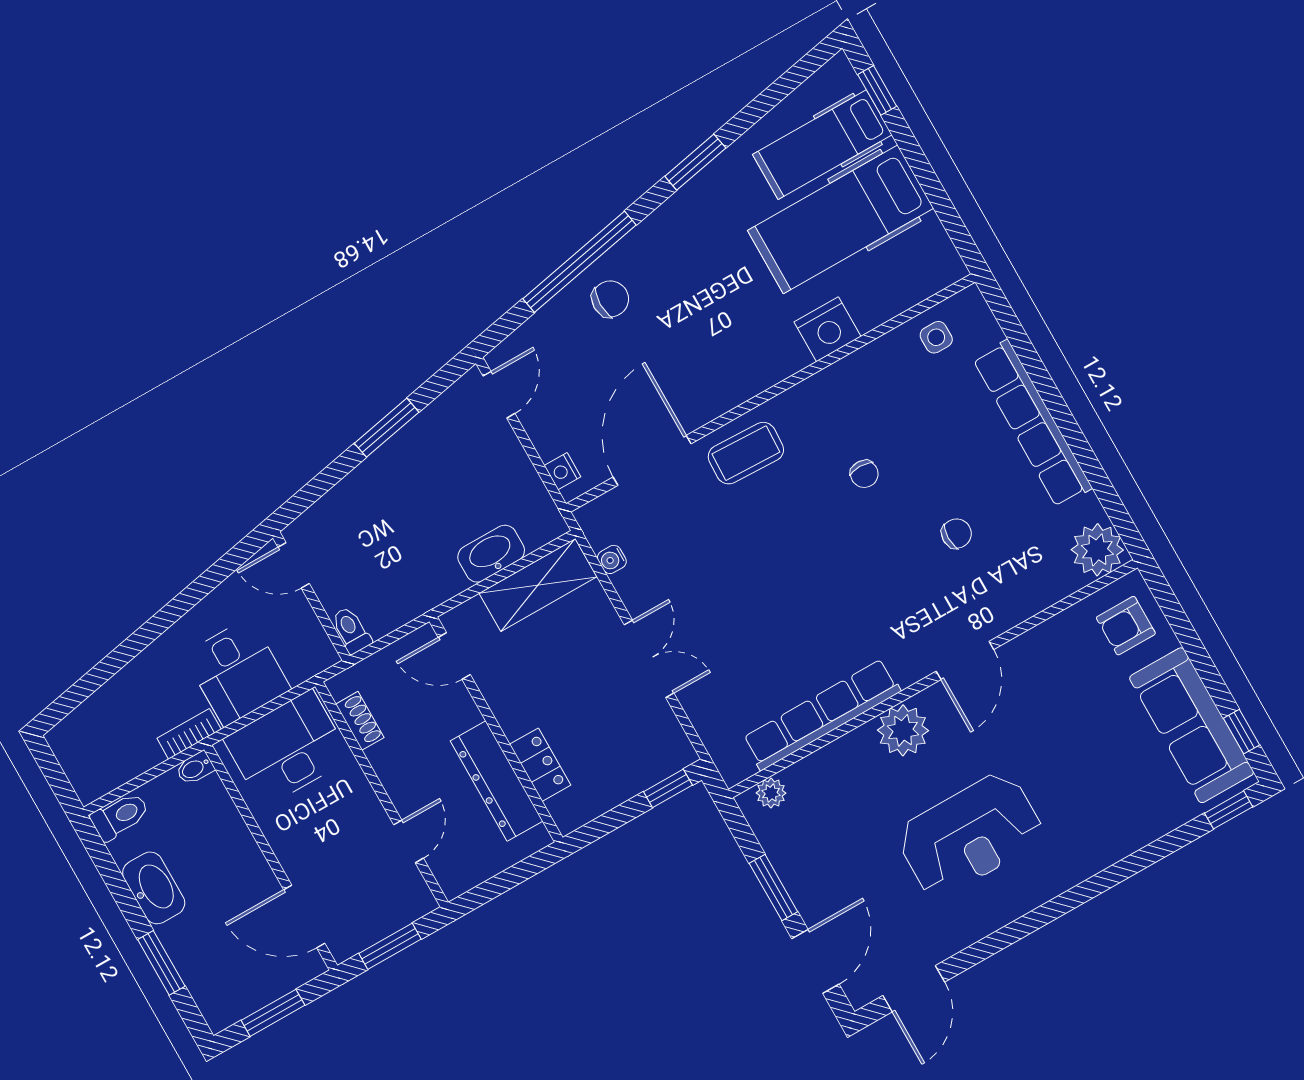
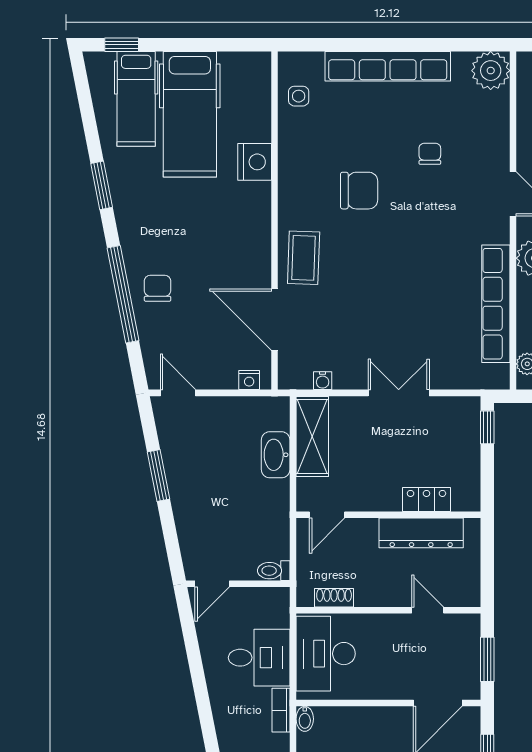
chair: (864, 474) -> (359, 191), width x1.87, depth x1.87

